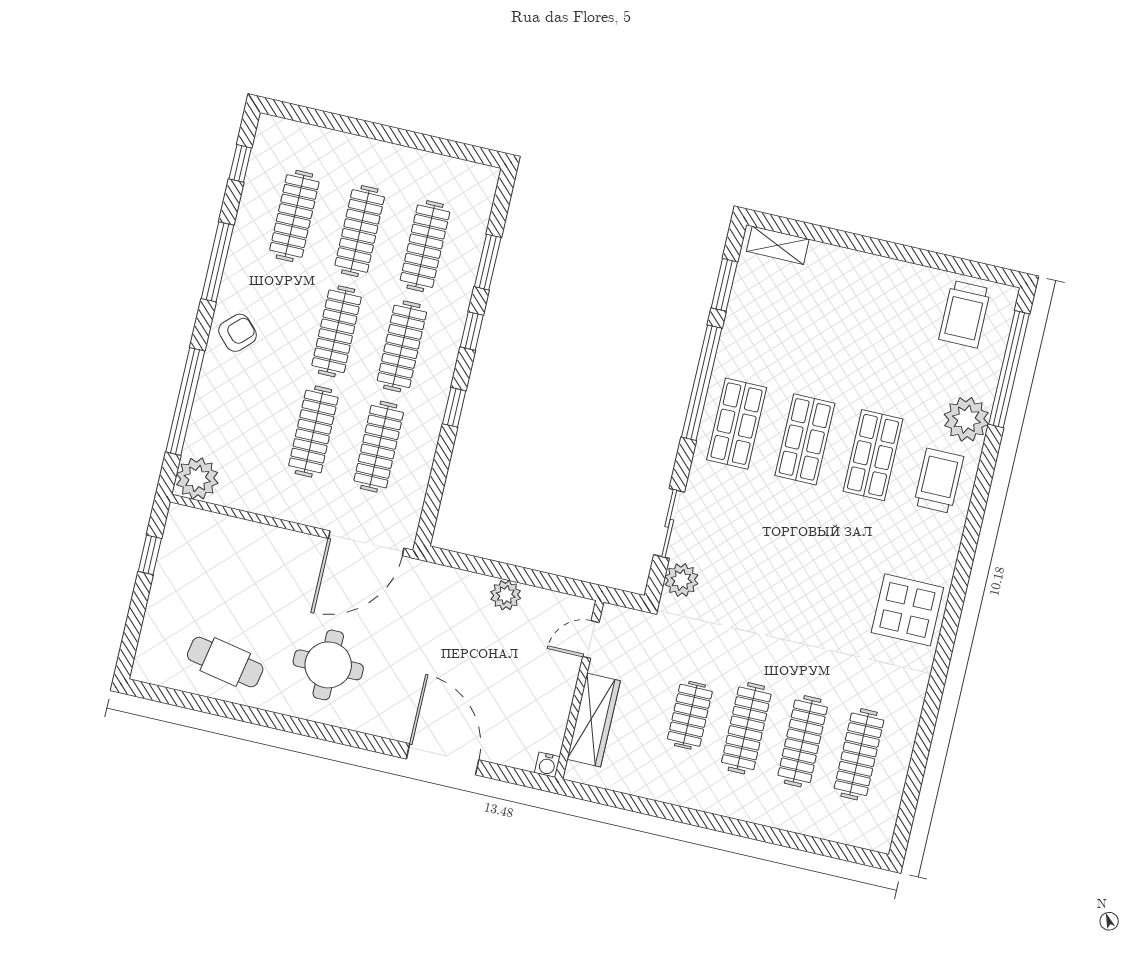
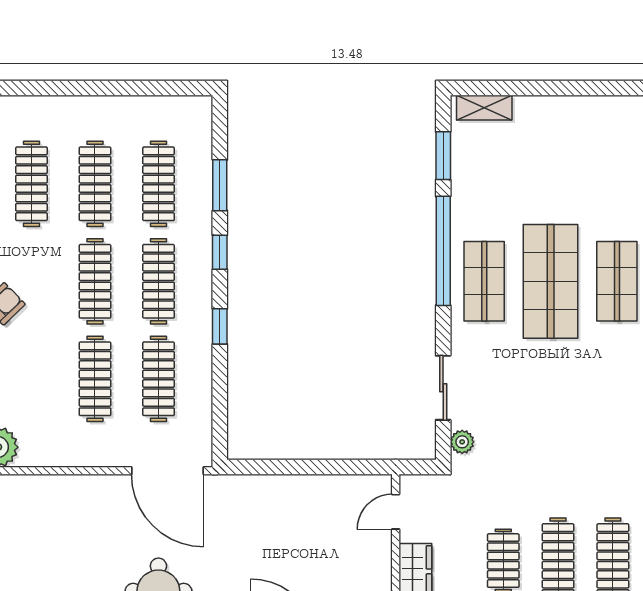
shop shelf: (805, 439) -> (551, 281), width x1.43, depth x1.36
door: (366, 543) -> (168, 471), hinge flipped
plant: (681, 580) -> (462, 442), width x0.73, depth x0.73
plant: (506, 595) -> (307, 489), removed

